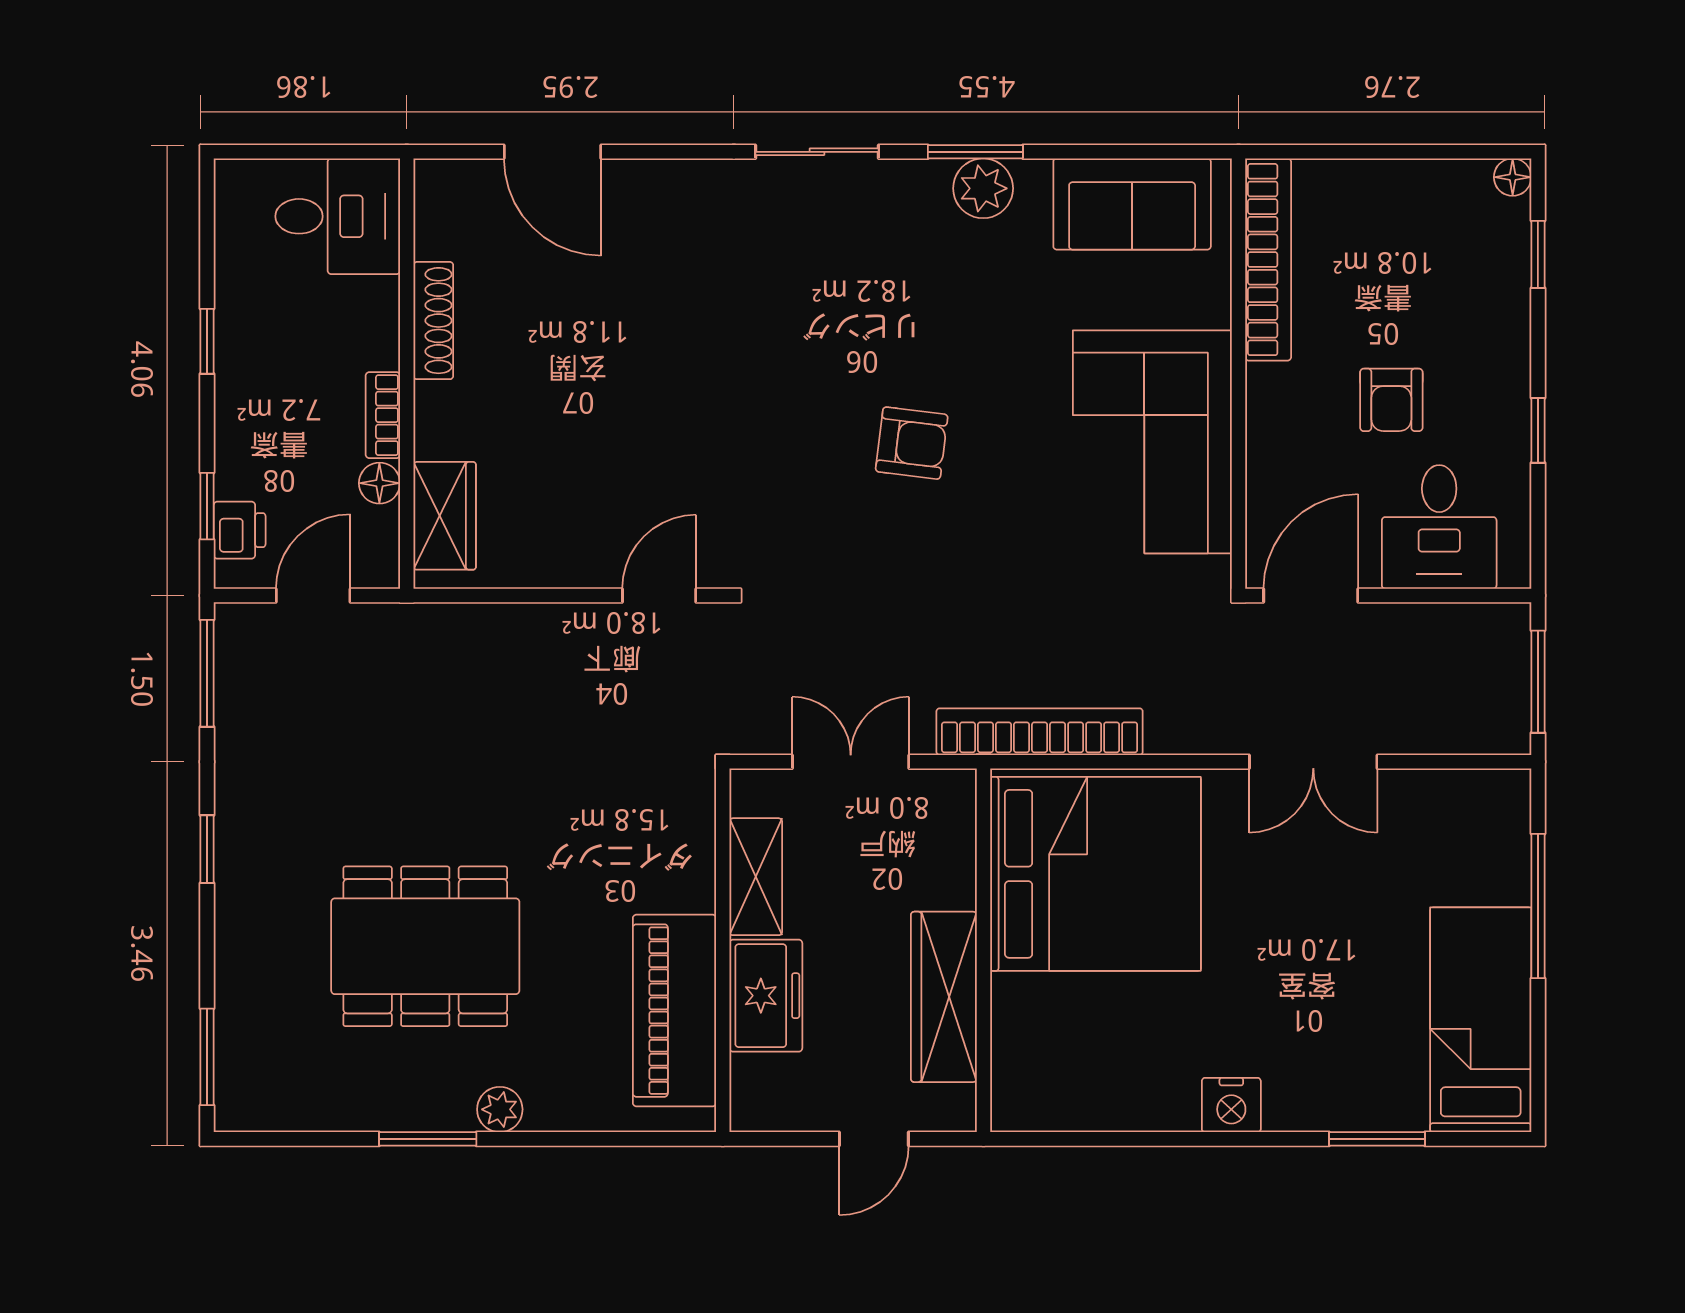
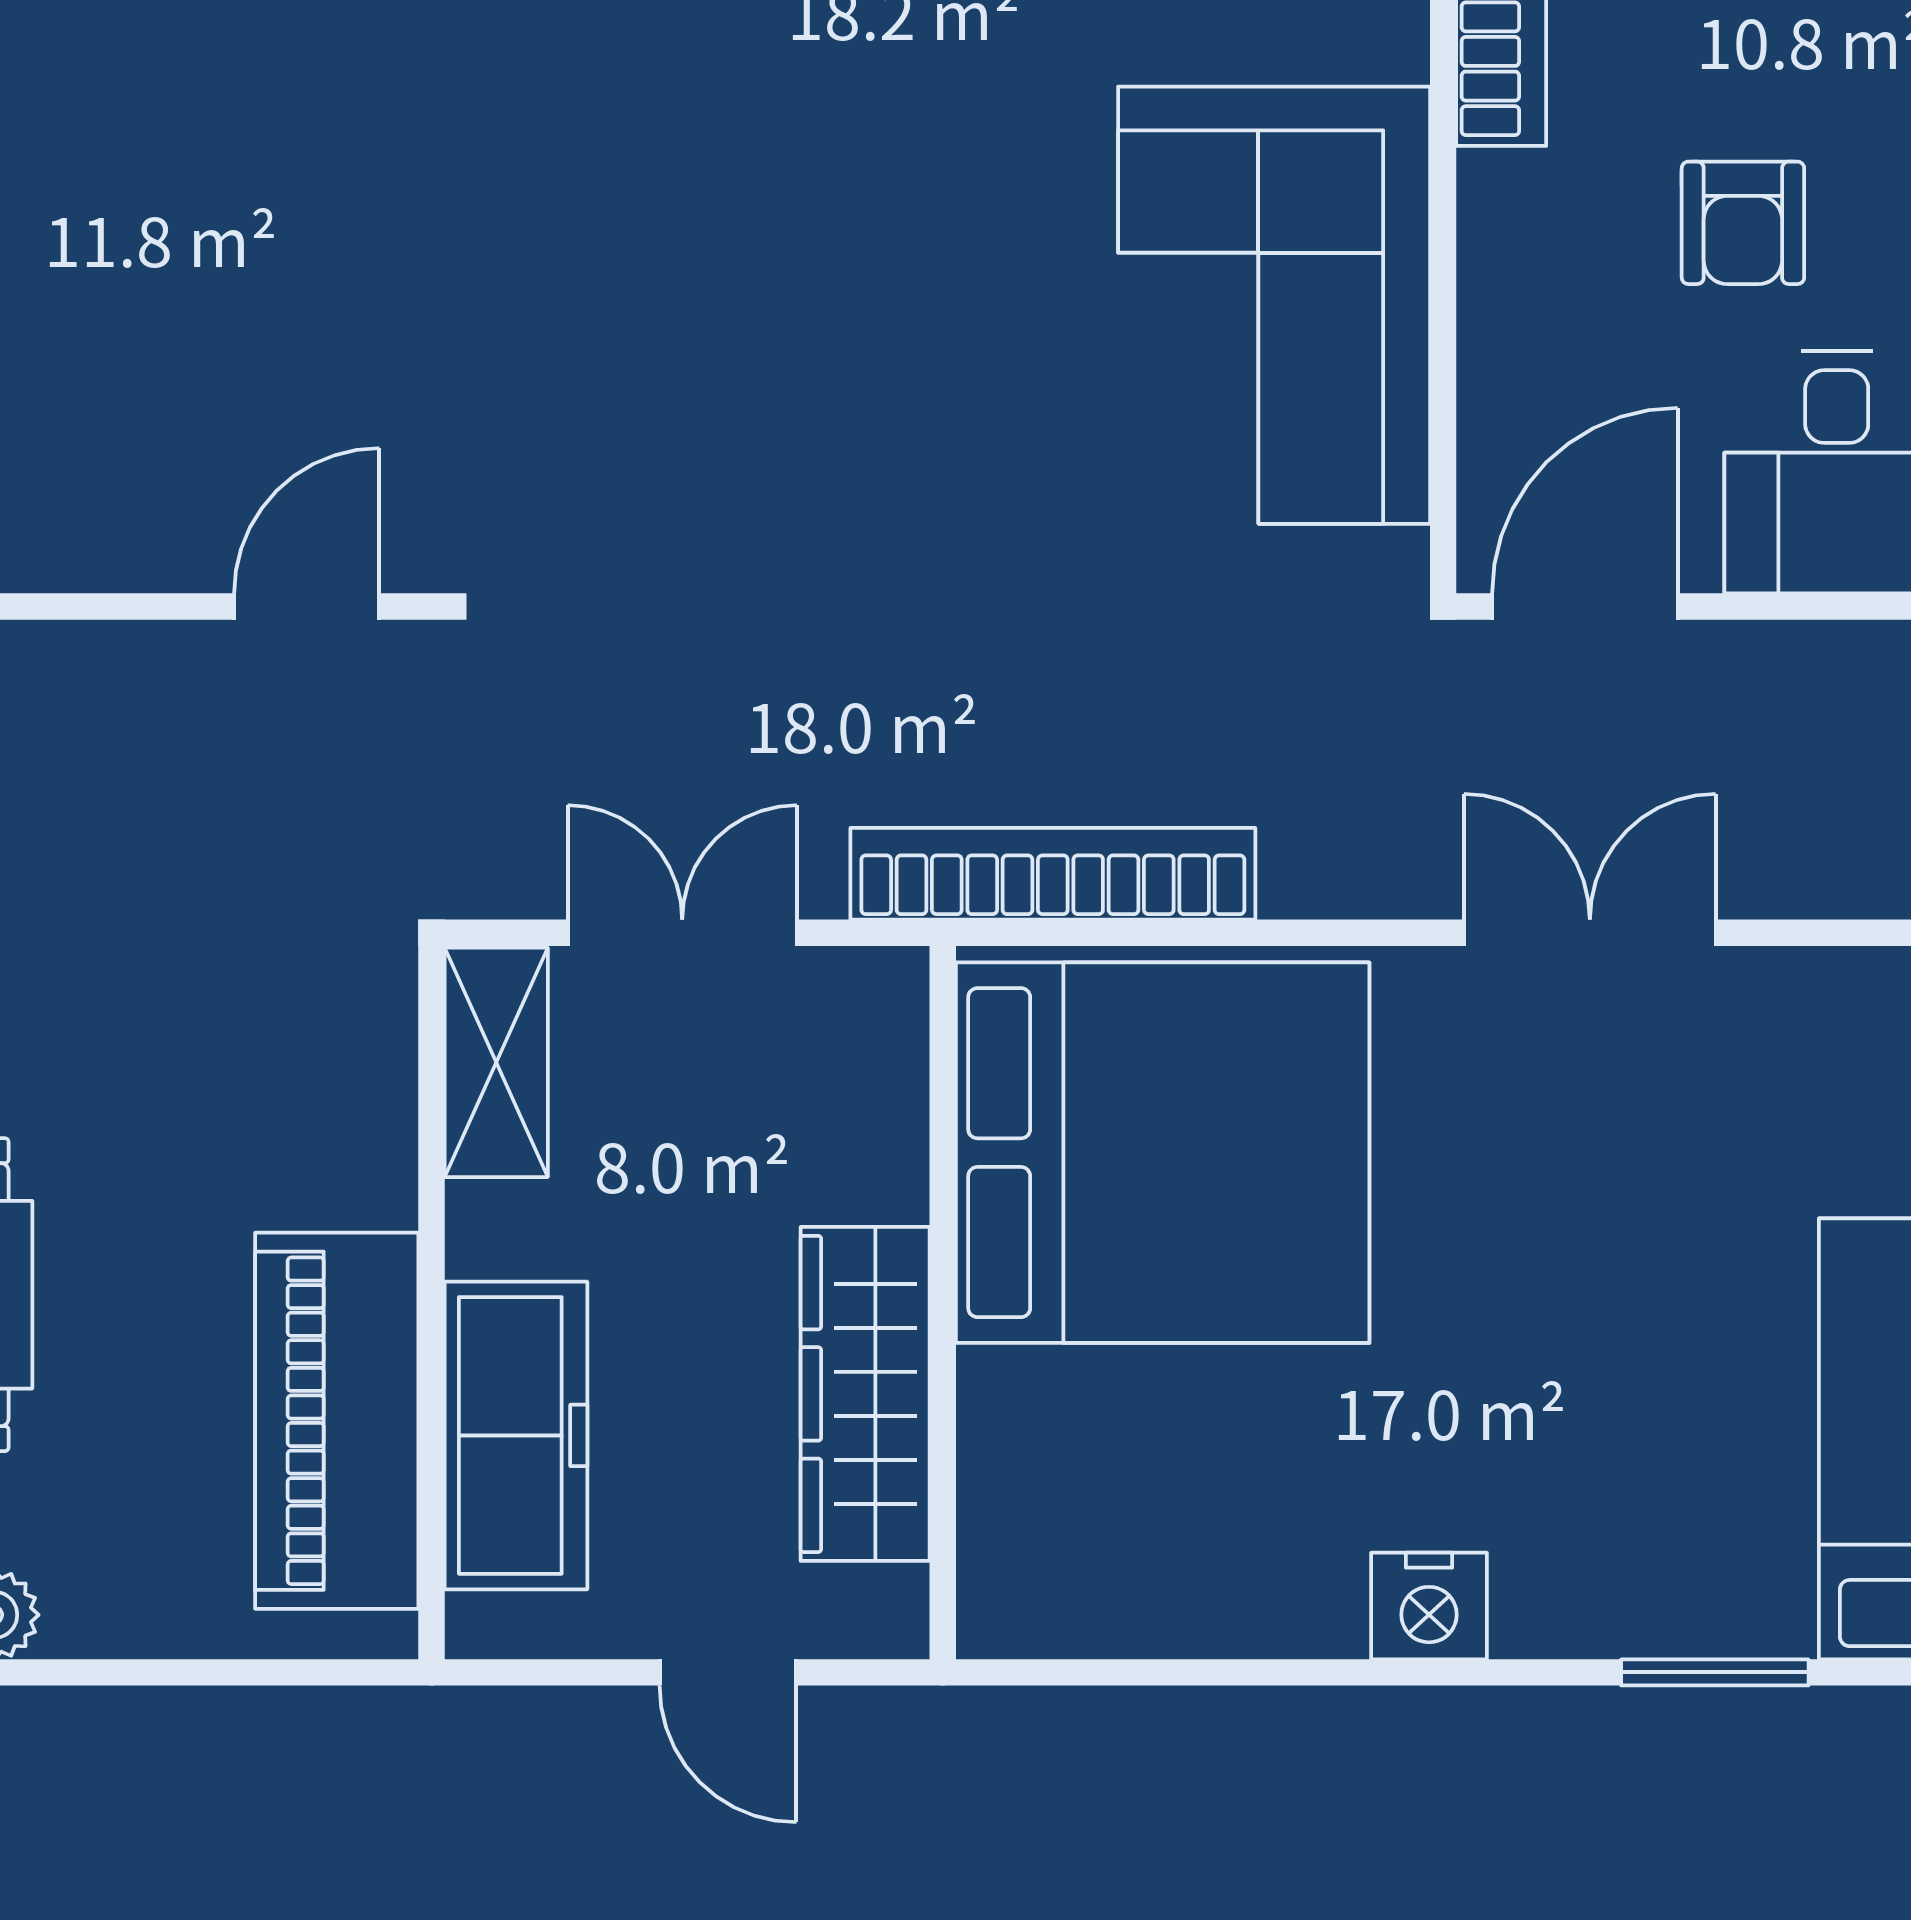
armchair: (912, 443) -> (802, 308), removed
double door: (1313, 762) -> (1590, 933), swing flipped
shelving: (756, 877) -> (496, 1062), moved
freezer: (766, 996) -> (516, 1435), width x1.40
door: (874, 1139) -> (728, 1672), hinge flipped

